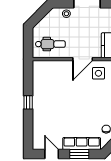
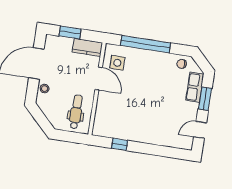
window: (28, 102) -> (119, 144), moved
row of seats: (82, 144) -> (195, 87), width x0.68

